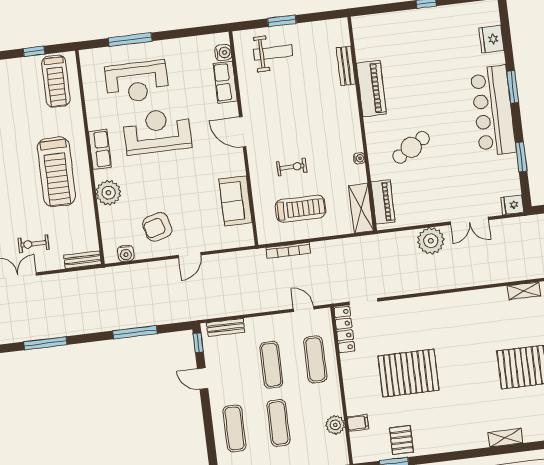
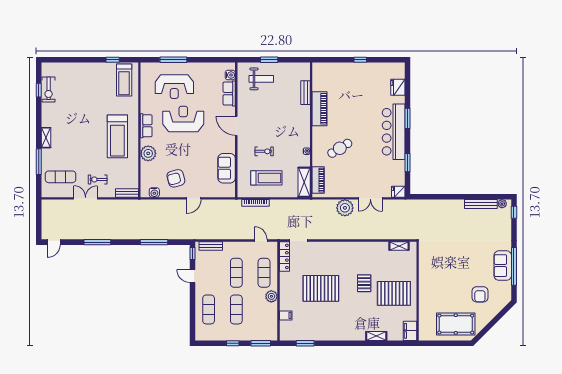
plant: (335, 425) -> (271, 296), moved
pallet: (401, 440) -> (364, 283), moved

